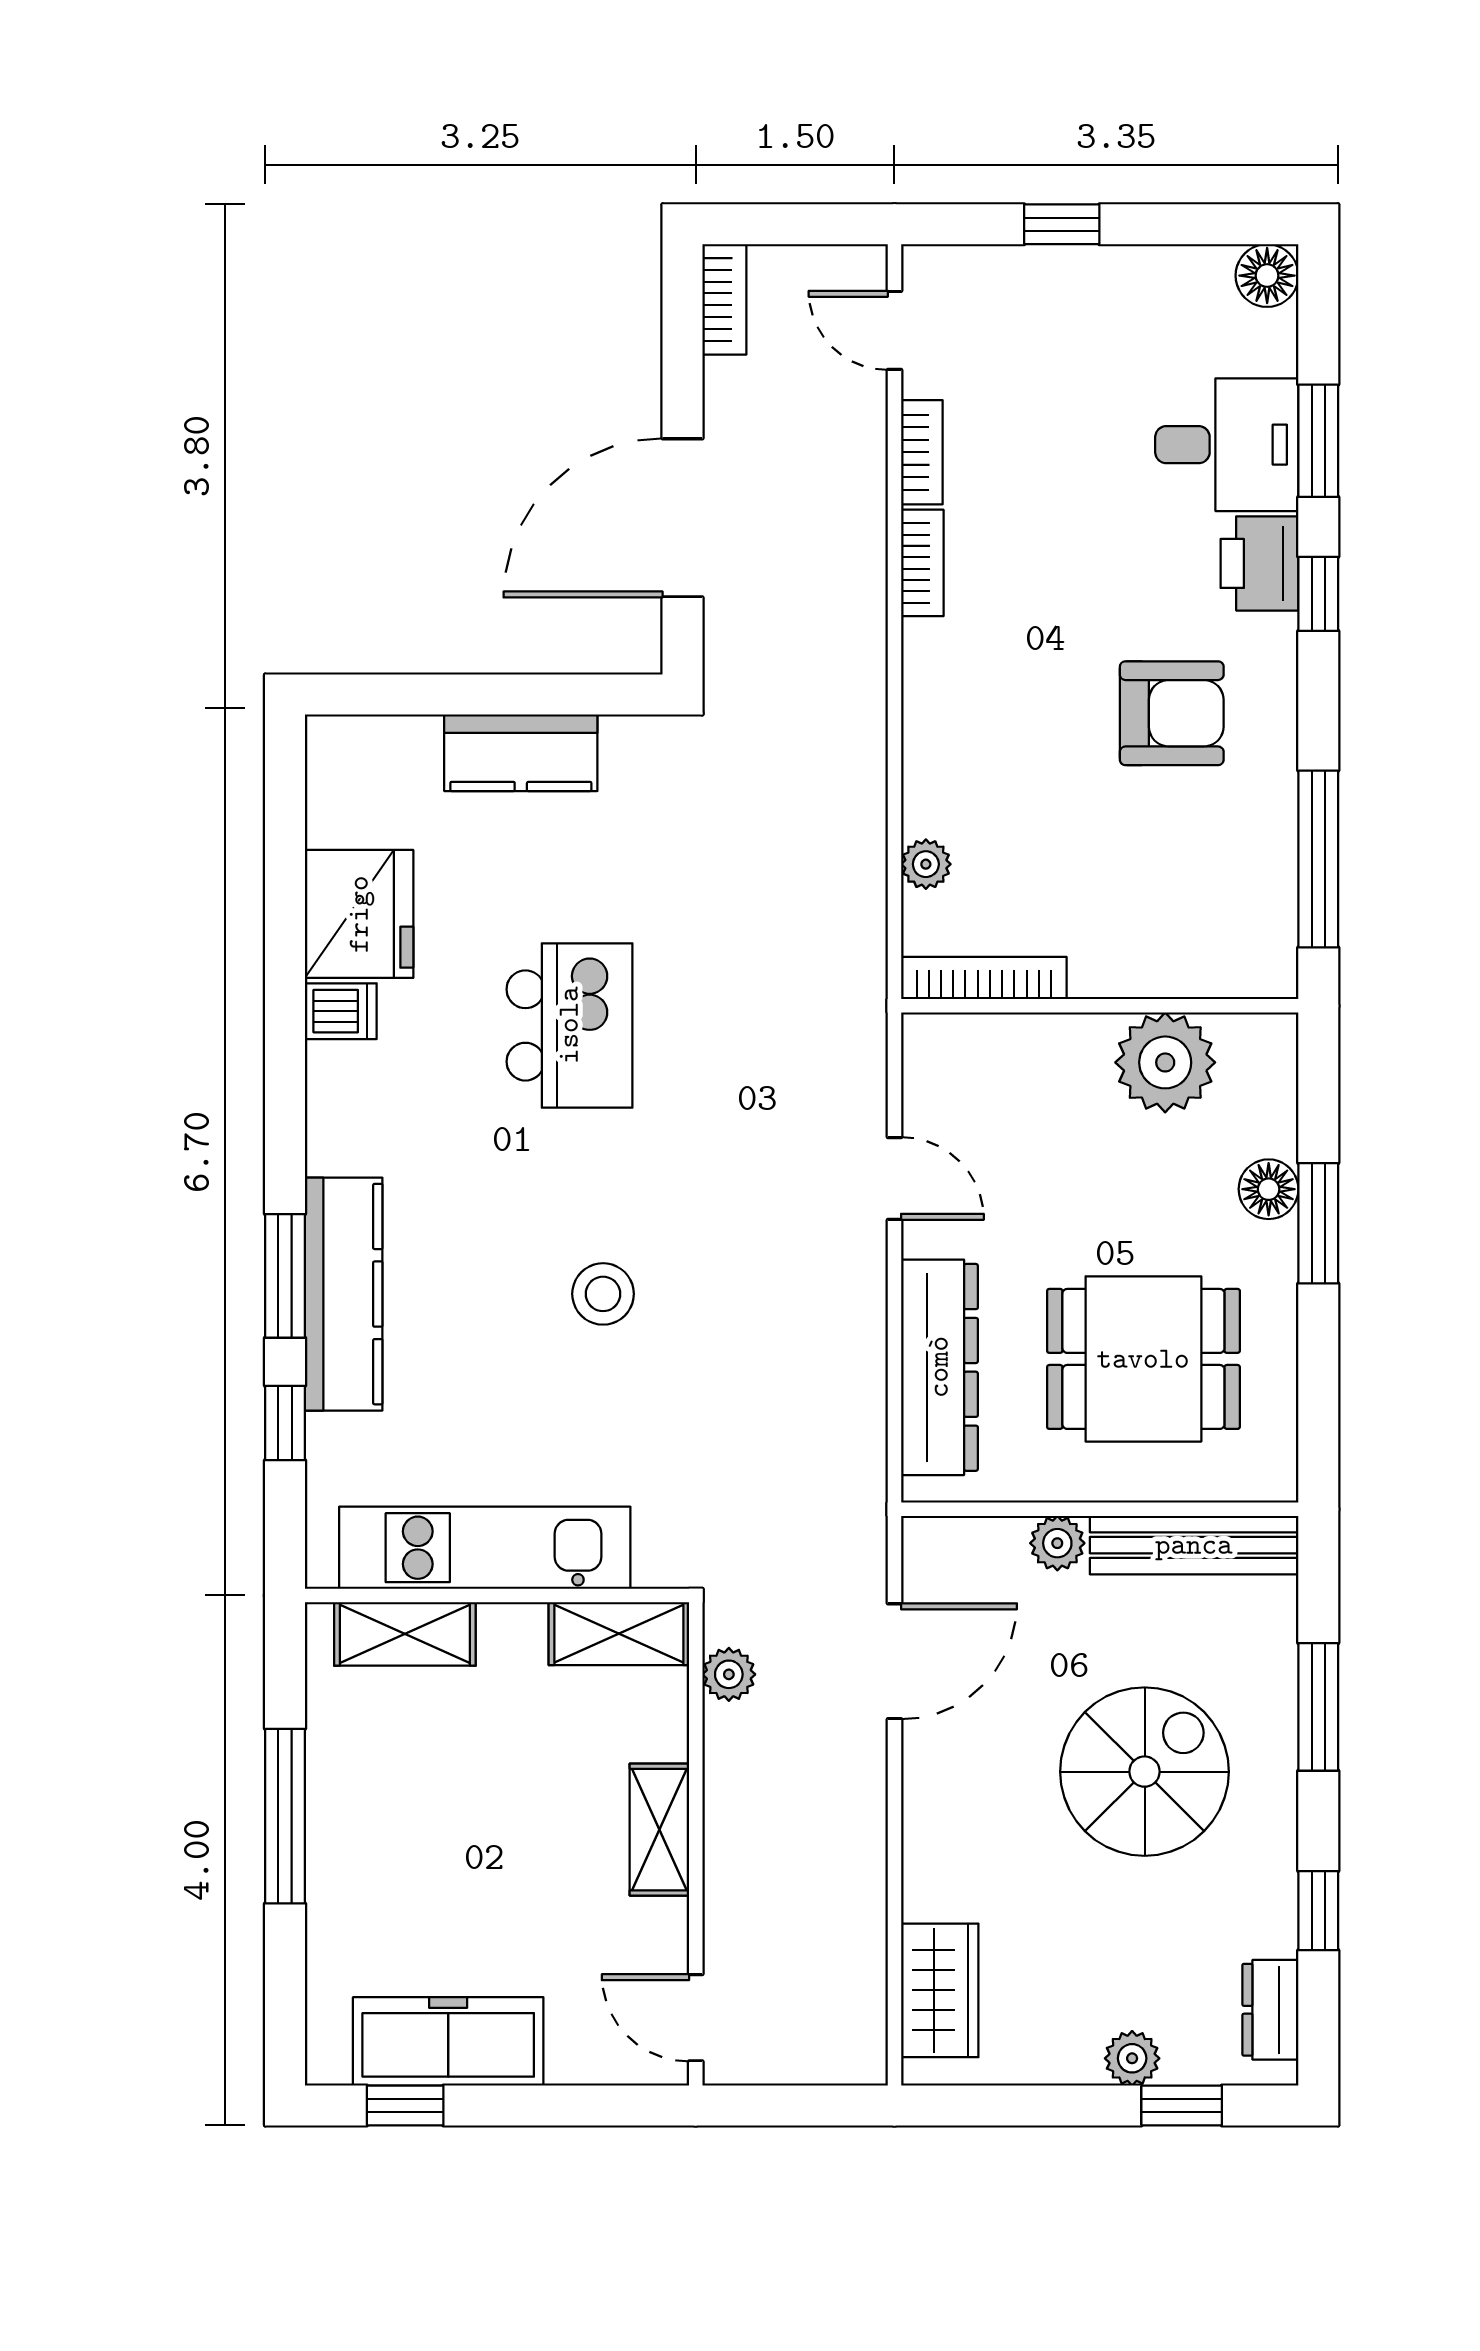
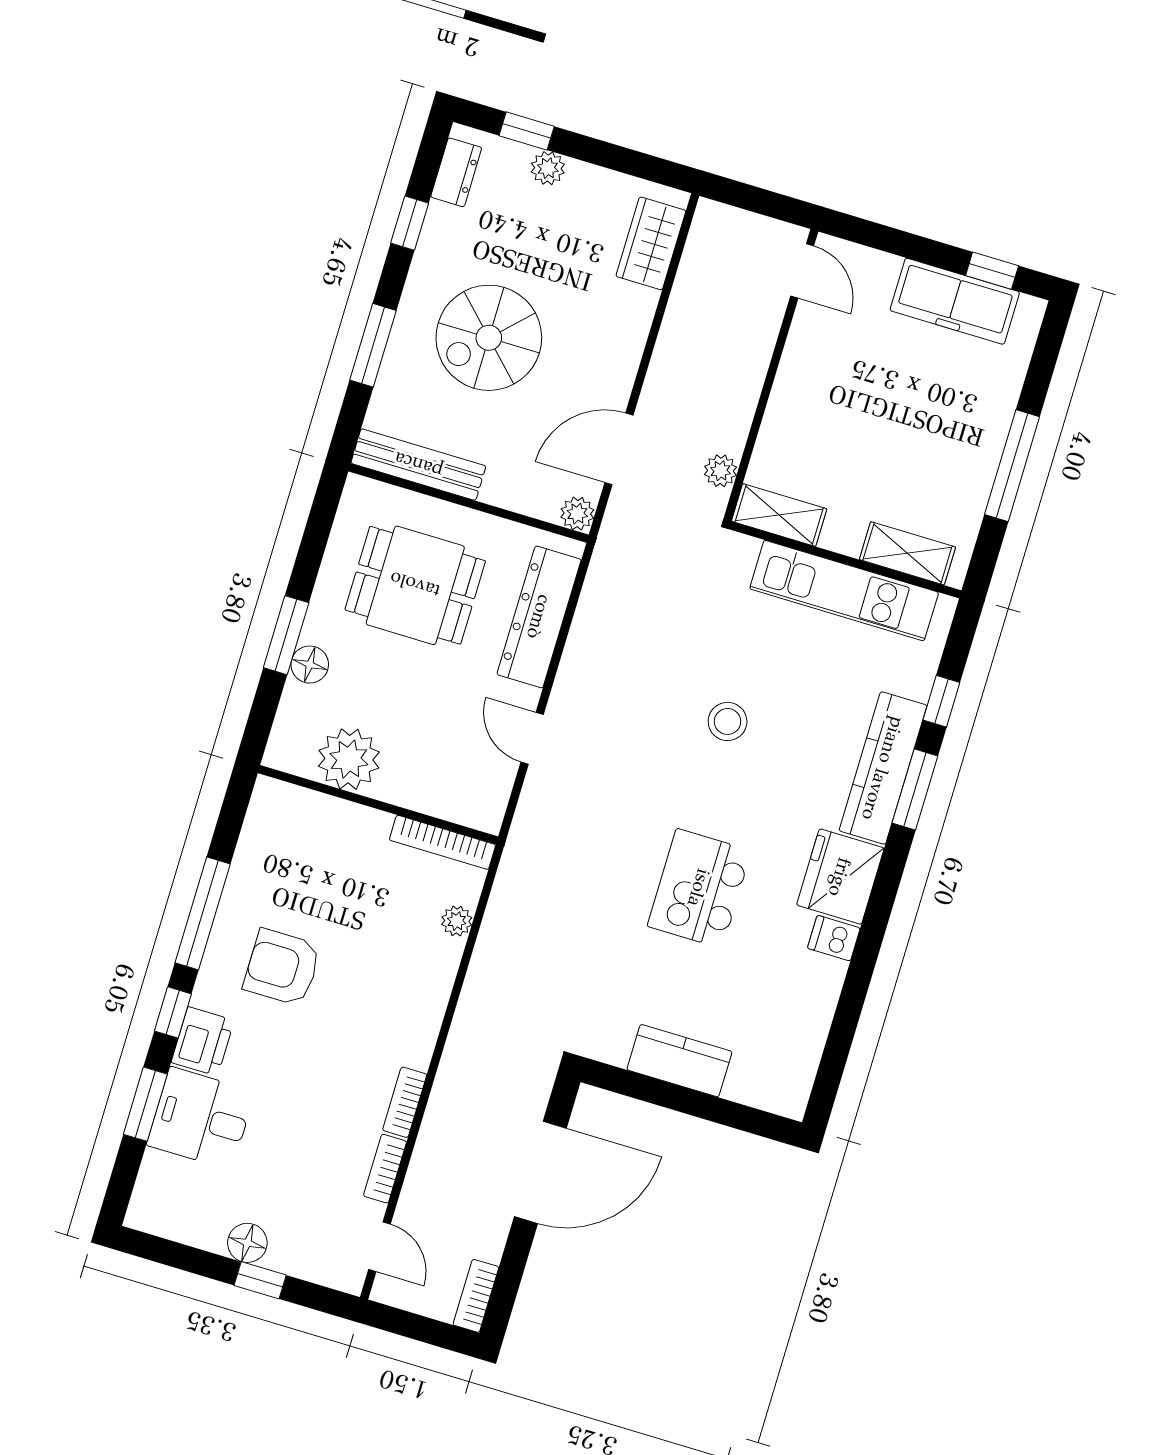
floor lamp: (1267, 276) -> (247, 1243), moved
window: (1318, 859) -> (203, 913), moved
fridge: (359, 914) -> (840, 877), moved
plant: (1057, 1543) -> (577, 514), moved
shelving: (659, 1830) -> (790, 390), removed

